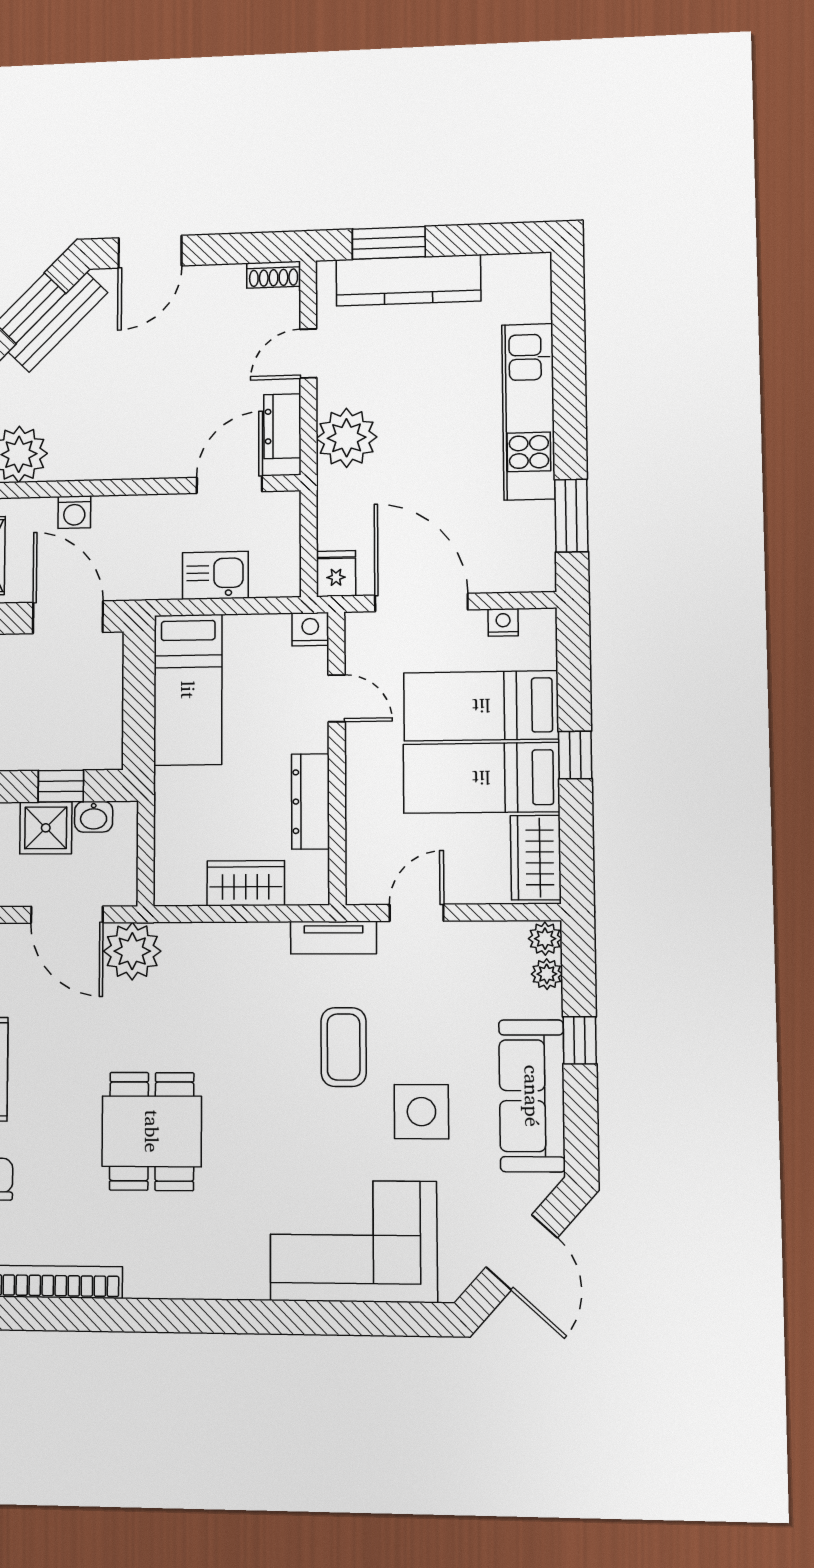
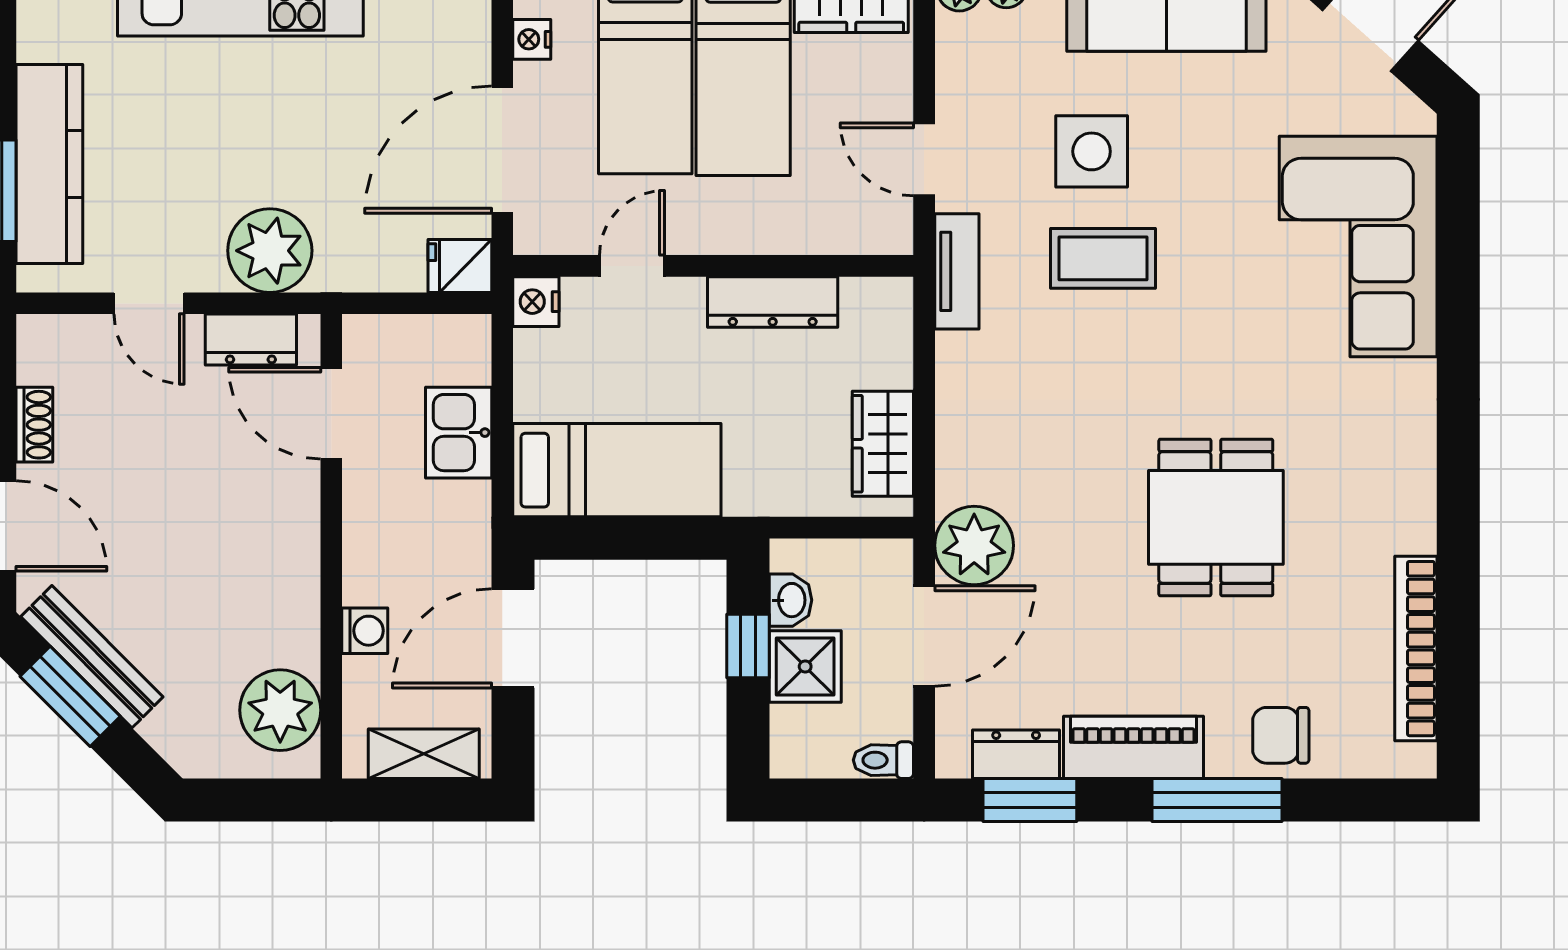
shoe rack: (274, 275) -> (34, 425), moved
wardrobe: (246, 883) -> (883, 444), moved
side table: (421, 1112) -> (1092, 151), moved
dining table: (152, 1131) -> (1216, 517), turned 90

